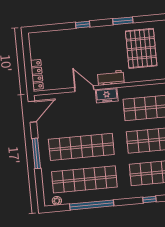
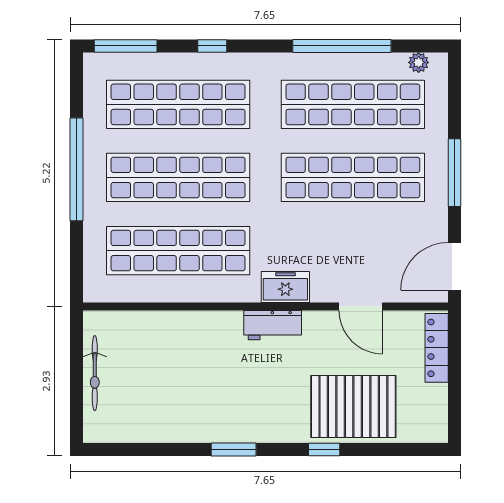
pallet: (141, 48) -> (353, 407), moved, turned 90
door: (84, 89) -> (361, 306), moved

